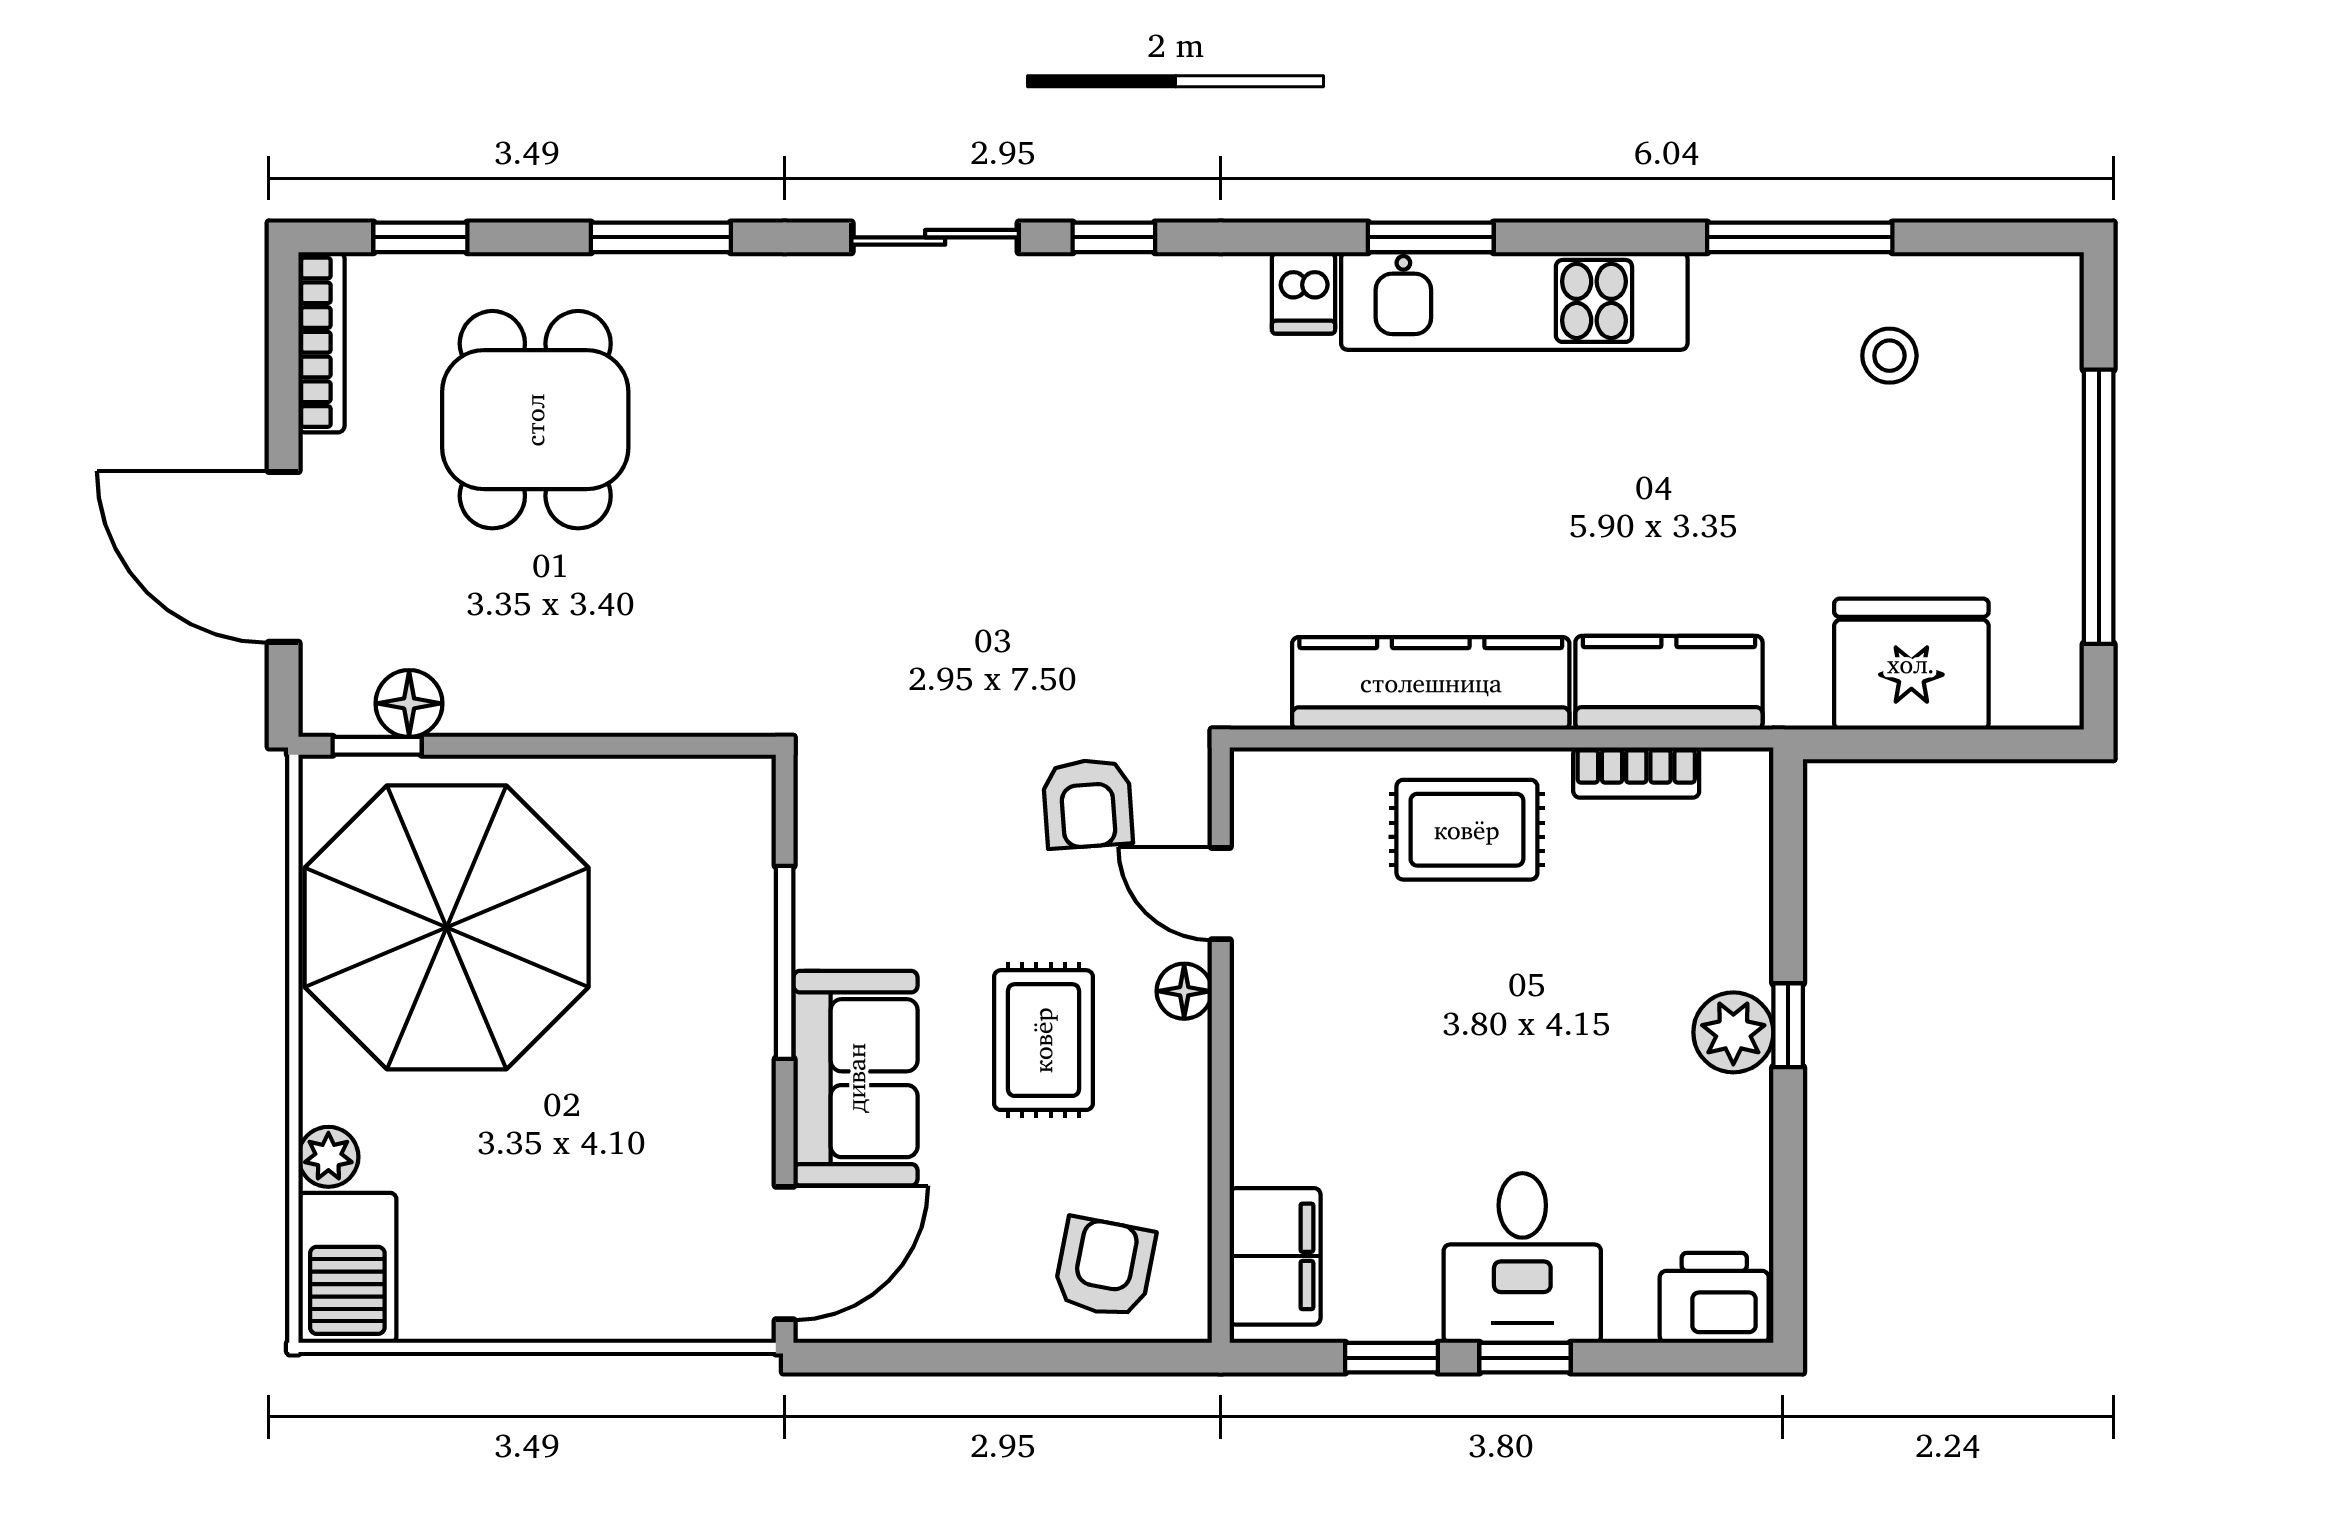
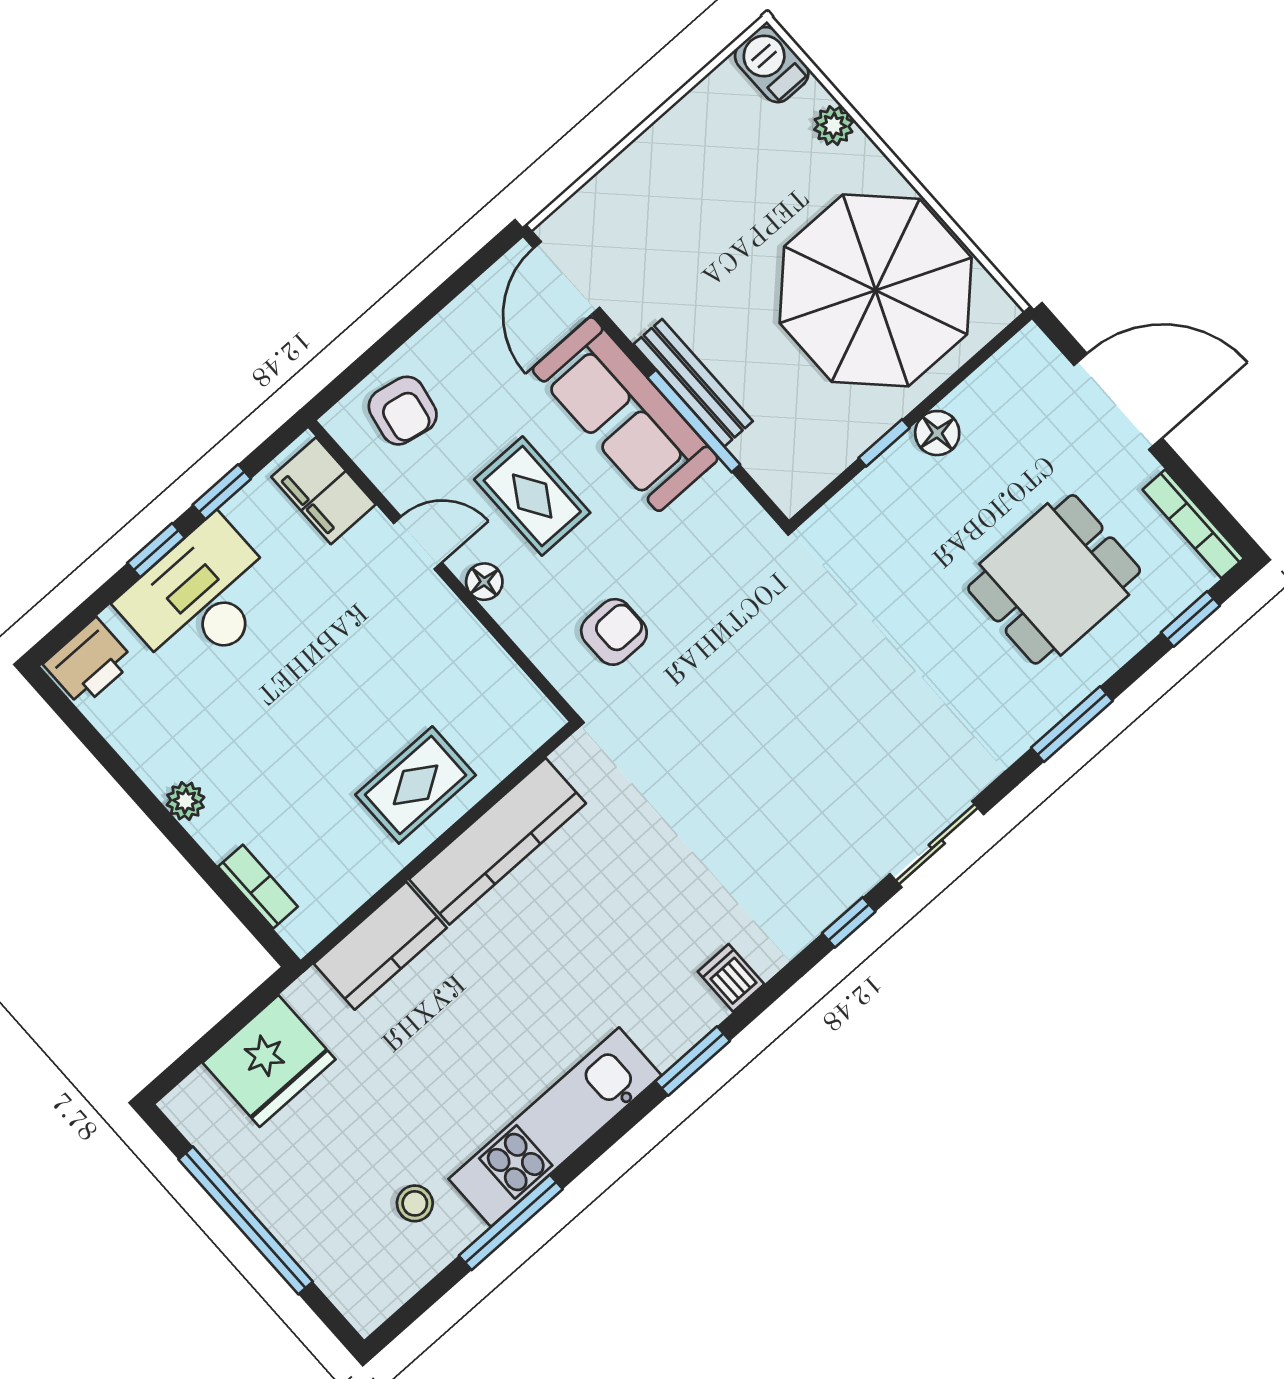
kitchen unit: (1514, 301) -> (555, 1127), moved
dining table: (535, 420) -> (1054, 579), turned 90
floor lamp: (409, 703) -> (937, 433), moved
window: (377, 746) -> (884, 443), moved
bookcase: (1636, 772) -> (258, 887), moved, turned 90
armchair: (1088, 804) -> (614, 632), turned 94
door: (1221, 894) -> (418, 543), moved
bench: (747, 1006) -> (693, 383), added
window: (1788, 1025) -> (172, 829), removed
plant: (1733, 1032) -> (185, 801), width x0.73, depth x0.73
sofa: (856, 1078) -> (625, 414), width x1.36
desk: (1522, 1258) -> (201, 598), width x1.37
barbecue: (347, 1268) -> (772, 65), width x0.73, depth x0.79

